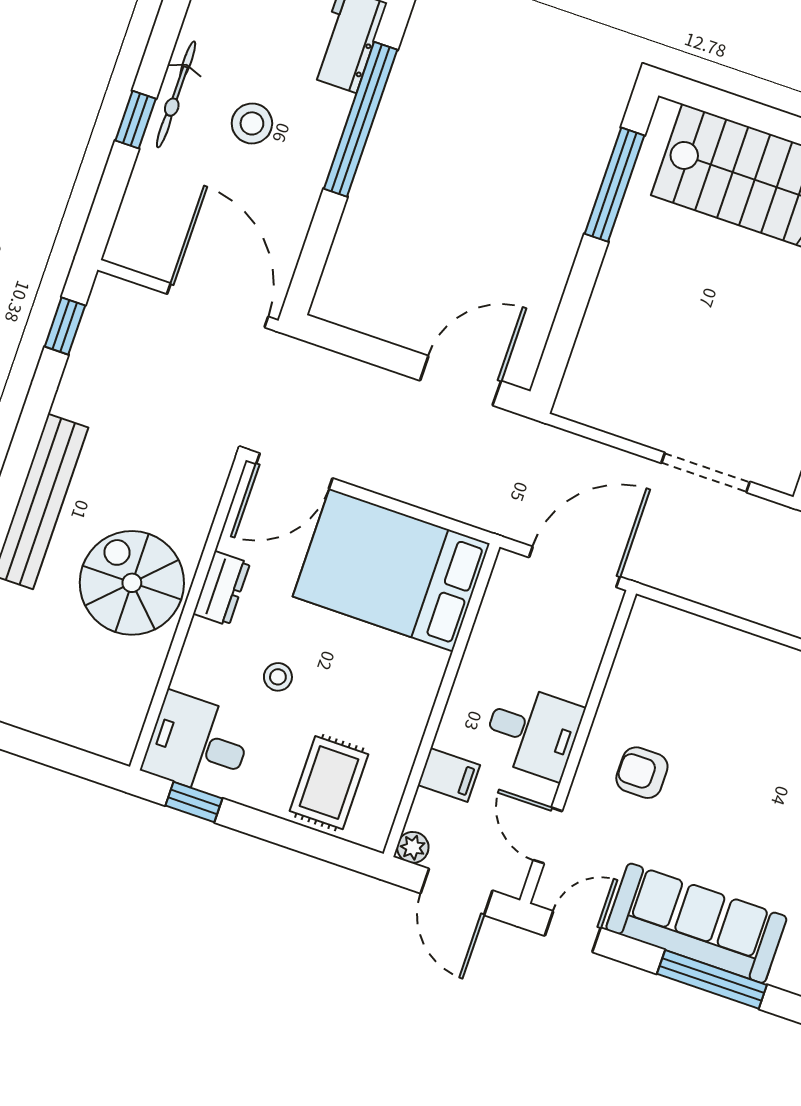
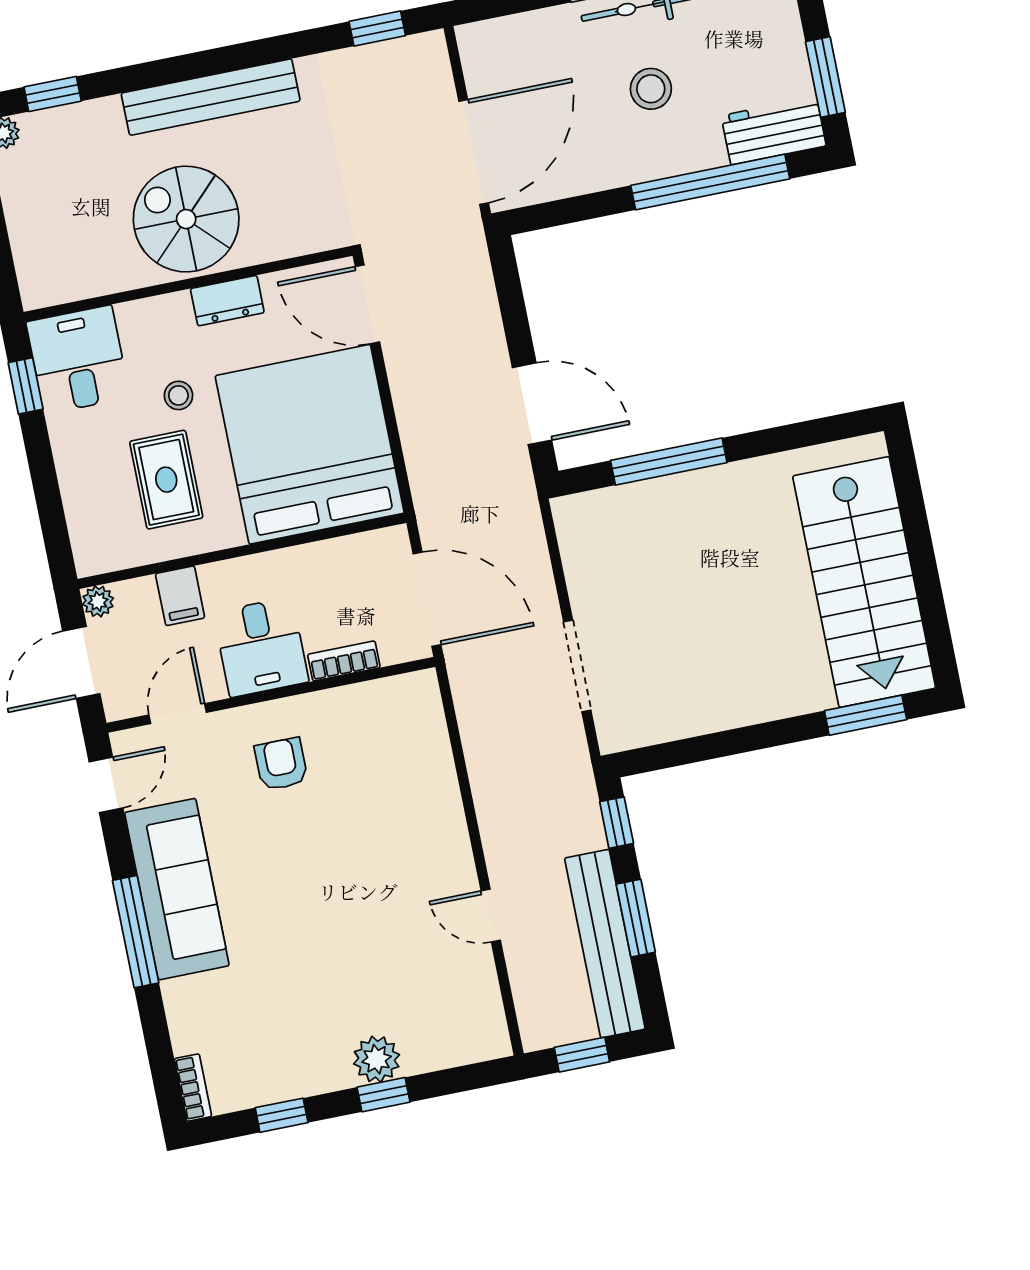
window: (615, 185) -> (669, 462), moved
bed: (391, 570) -> (310, 444), width x1.36
spiral stairs: (132, 583) -> (186, 219), turned -90
bookcase: (585, 668) -> (344, 661), added
rug: (329, 783) -> (166, 480), moved, turned 90
door: (573, 932) -> (106, 785), hinge flipped

